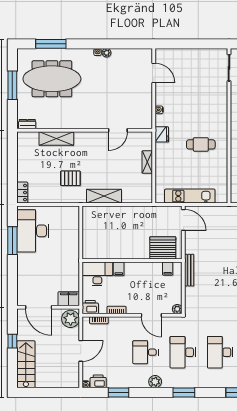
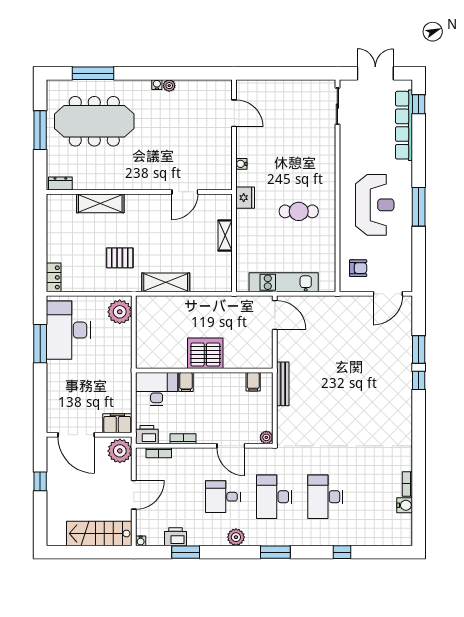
plant: (70, 218) -> (120, 312), added
server rack: (163, 248) -> (205, 353), moved
stairs: (26, 364) -> (99, 533), moved, turned -90
printer: (98, 381) -> (176, 537), moved

